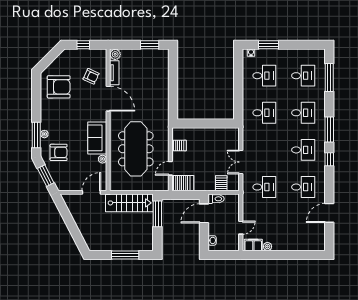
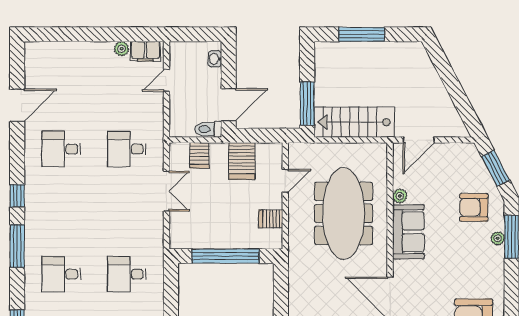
window: (206, 123) -> (225, 256), added
desk: (303, 150) -> (61, 212), removed
server rack: (183, 183) -> (242, 161), moved, turned -90

